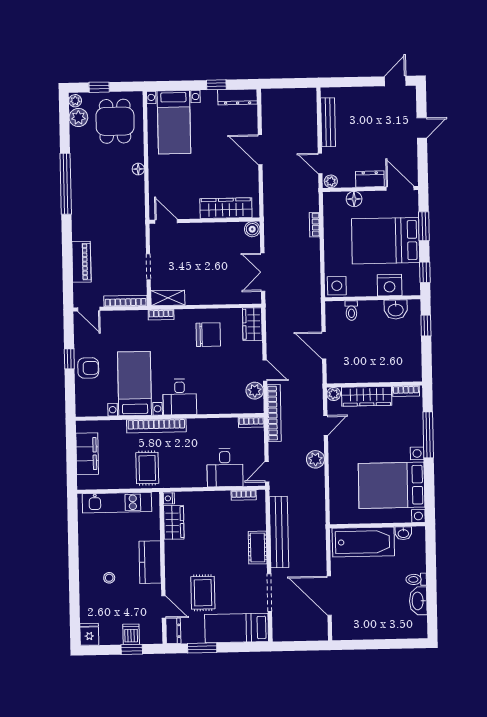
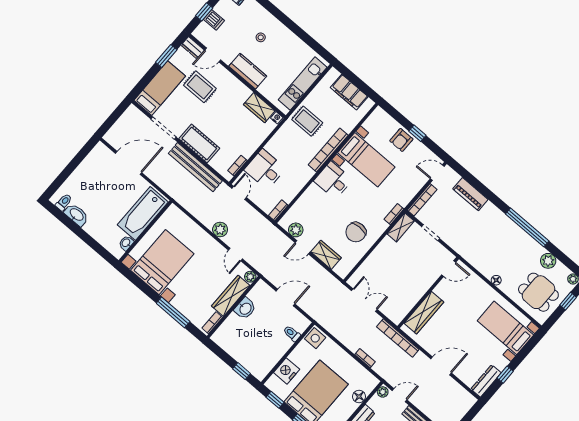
plant: (78, 117) -> (548, 261), moved
boiler: (252, 229) -> (396, 317), removed
washbasin: (396, 309) -> (245, 308), moved, turned 180
wardrobe: (252, 324) -> (326, 255), moved
bookcase: (274, 413) -> (398, 338), moved
cot: (258, 548) -> (199, 143), width x1.37, depth x1.34
toilet: (416, 579) -> (64, 202), moved

